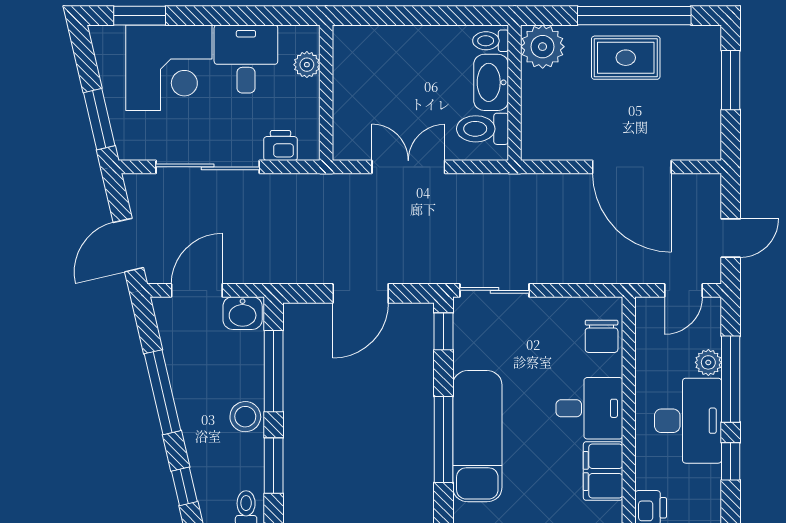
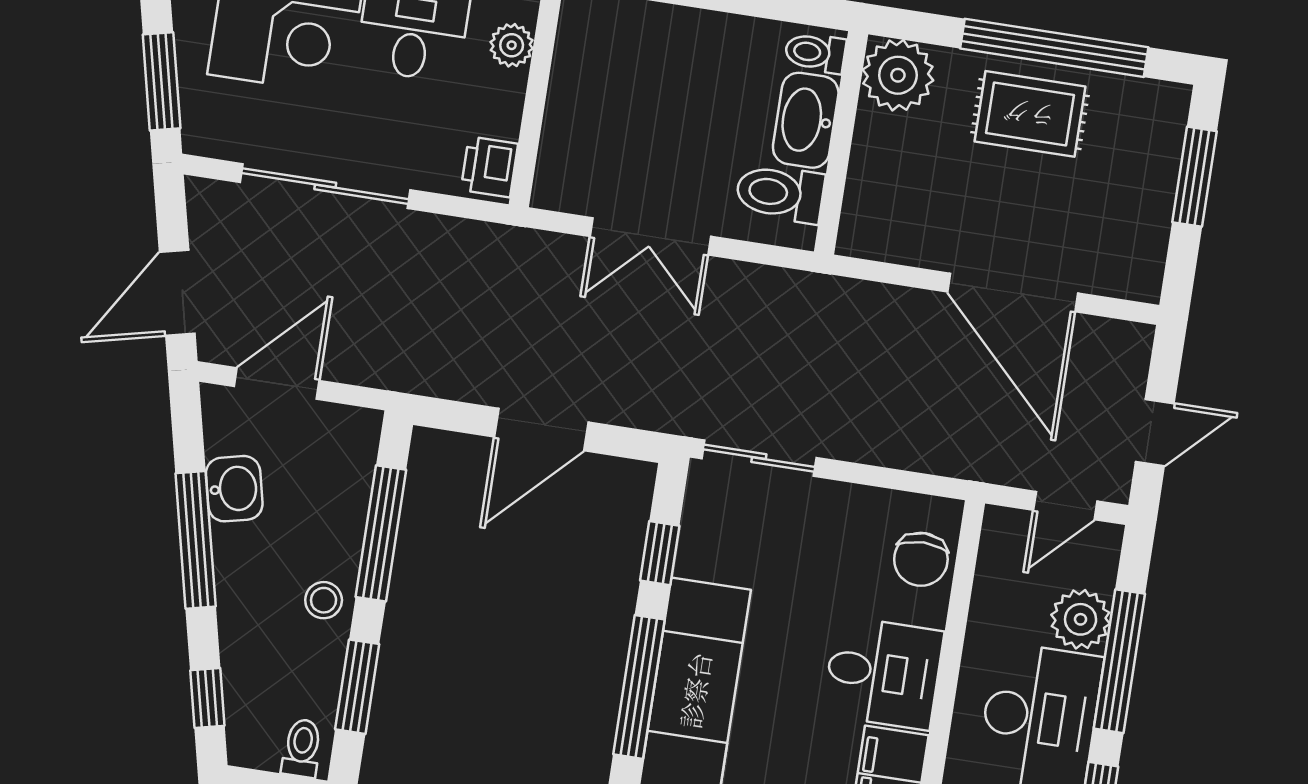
printer: (280, 146) -> (489, 167), moved, turned -90
double door: (408, 167) -> (650, 236), swing flipped
washbasin: (243, 313) -> (234, 489), moved, turned -103
window: (444, 331) -> (660, 553), moved
plant: (708, 362) -> (1081, 619), width x1.38, depth x1.38
stool: (245, 417) -> (324, 600), width x0.73, depth x0.73

